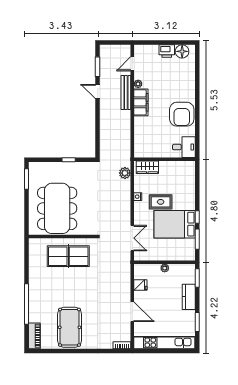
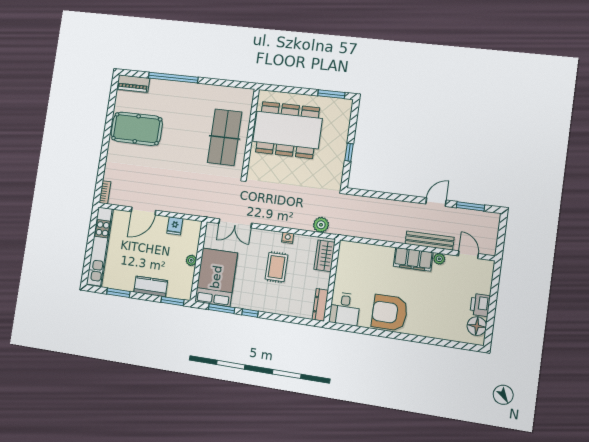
dresser: (184, 165) -> (320, 305), added
bed: (175, 224) -> (216, 277), moved

